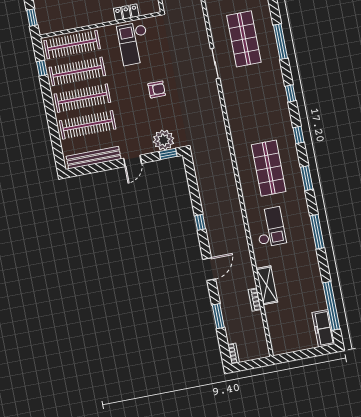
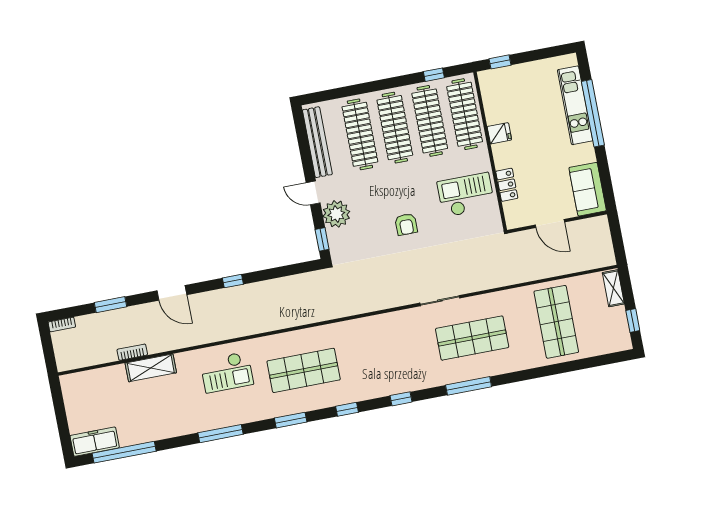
fridge: (87, 18) -> (499, 133), added
plant: (164, 140) -> (336, 214), moved

